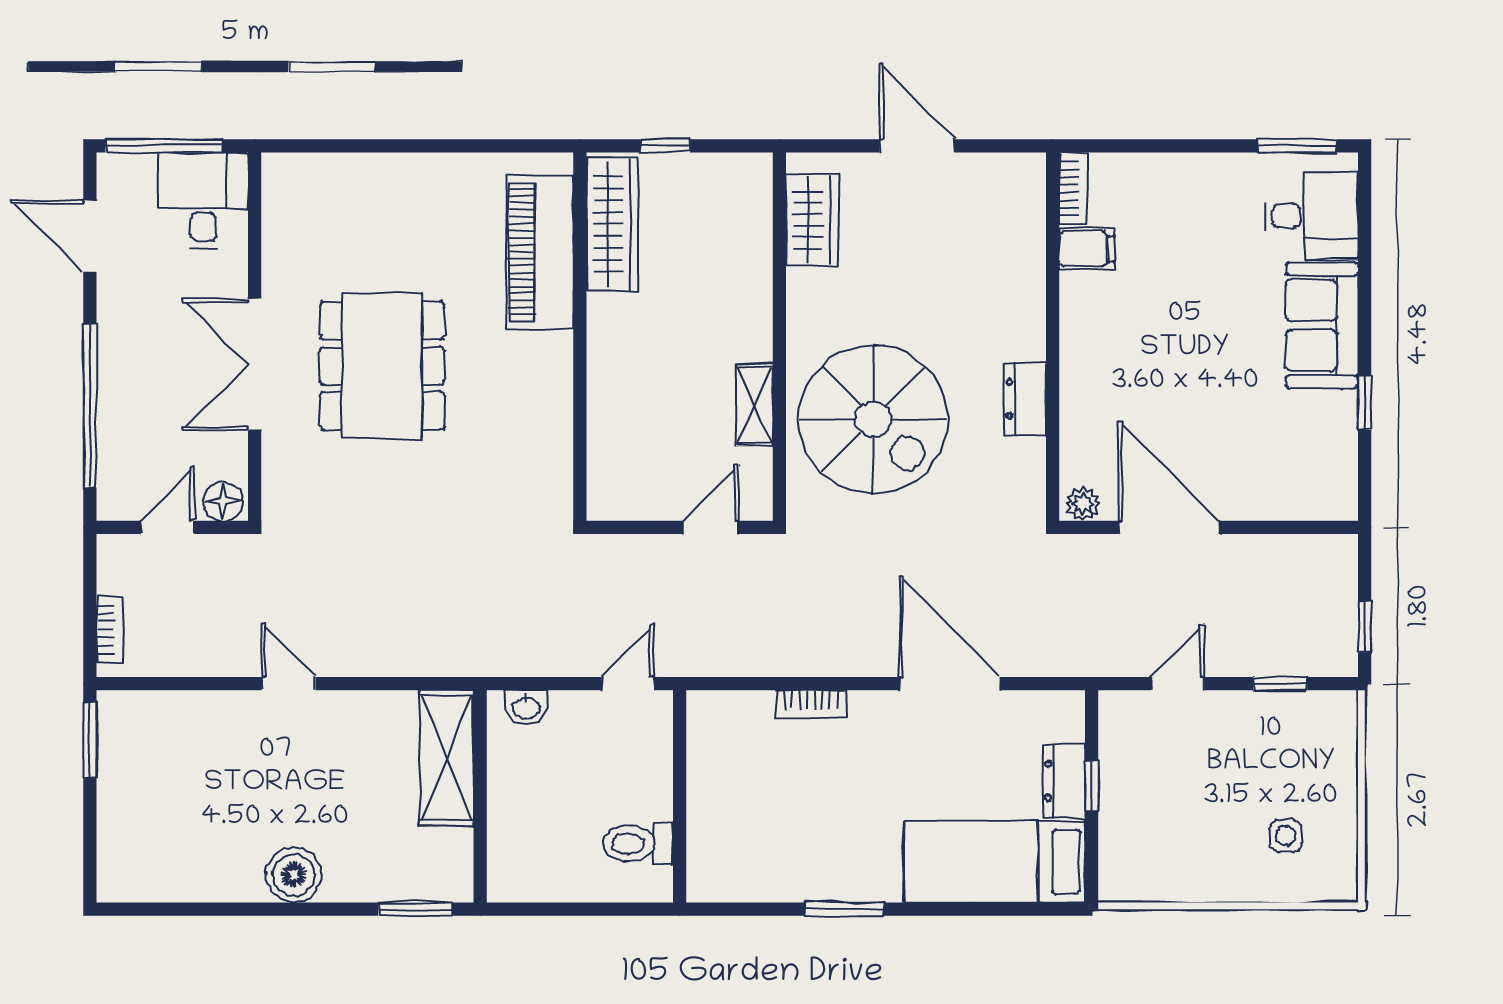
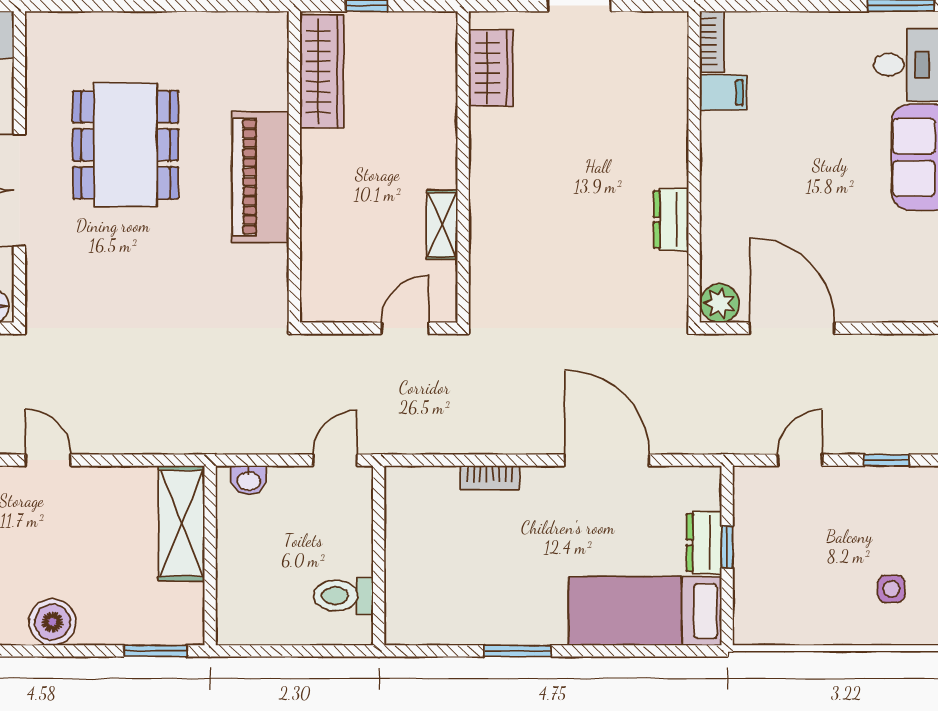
piano: (540, 252) -> (260, 177), moved
dining table: (382, 366) -> (126, 145), moved
spiral stairs: (873, 419) -> (542, 237), removed
plant: (1083, 504) -> (720, 303), width x1.38, depth x1.38

